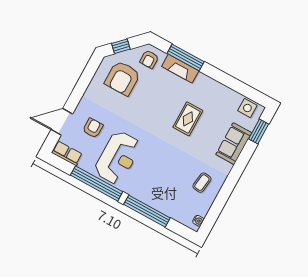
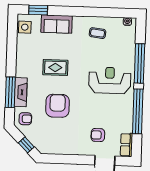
armchair: (122, 78) -> (58, 106), moved, turned -90
reception desk: (118, 158) -> (110, 80), moved

